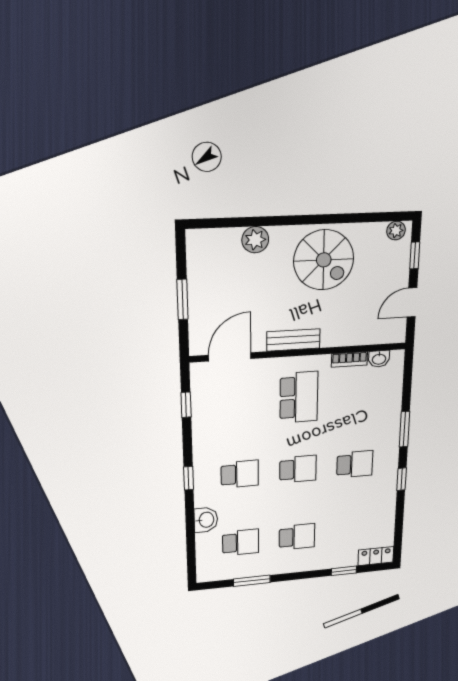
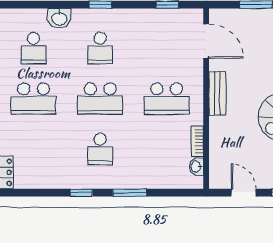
school desk: (298, 469) -> (100, 99), width x1.85
school desk: (297, 537) -> (33, 99), width x1.85

